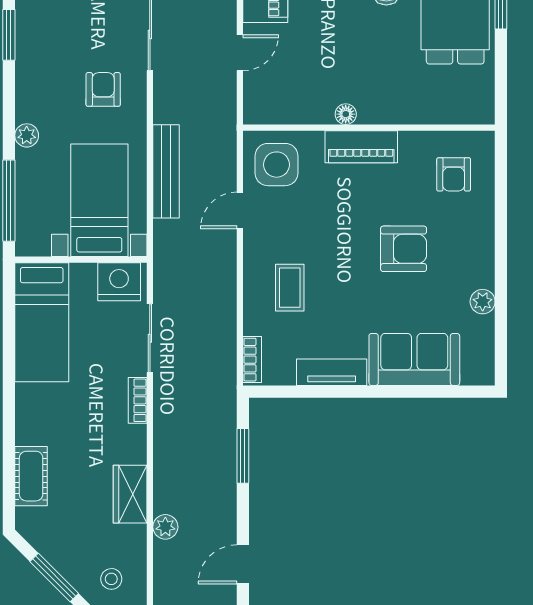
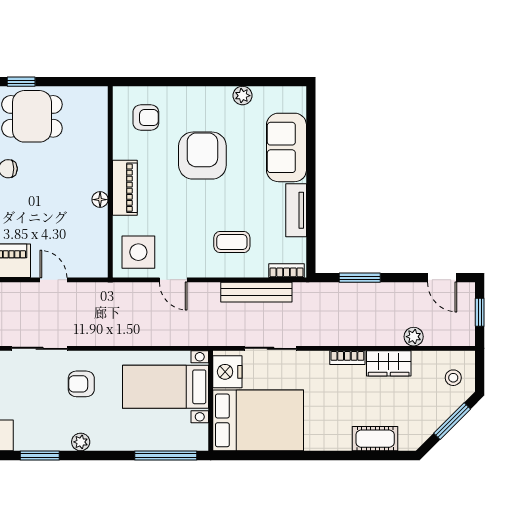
plant: (27, 135) -> (81, 442), moved
bench: (166, 171) -> (256, 292), moved
armchair: (404, 249) -> (202, 156), width x1.36, depth x1.36
bed: (42, 322) -> (258, 420), width x1.50
bookcase: (138, 400) -> (347, 358), moved

